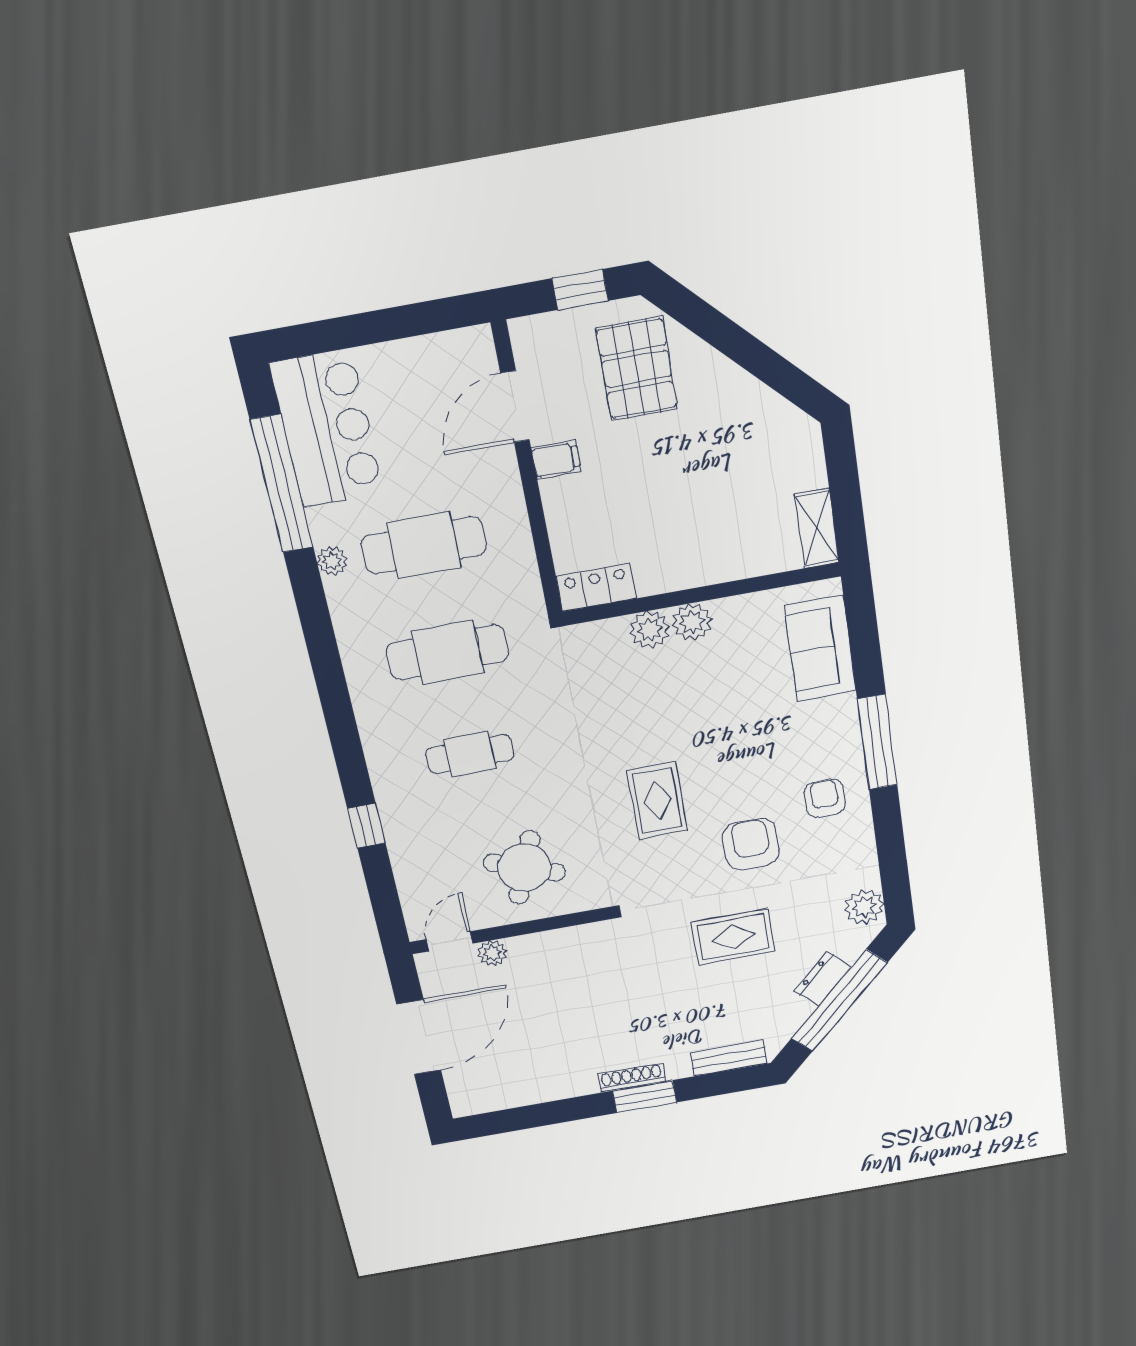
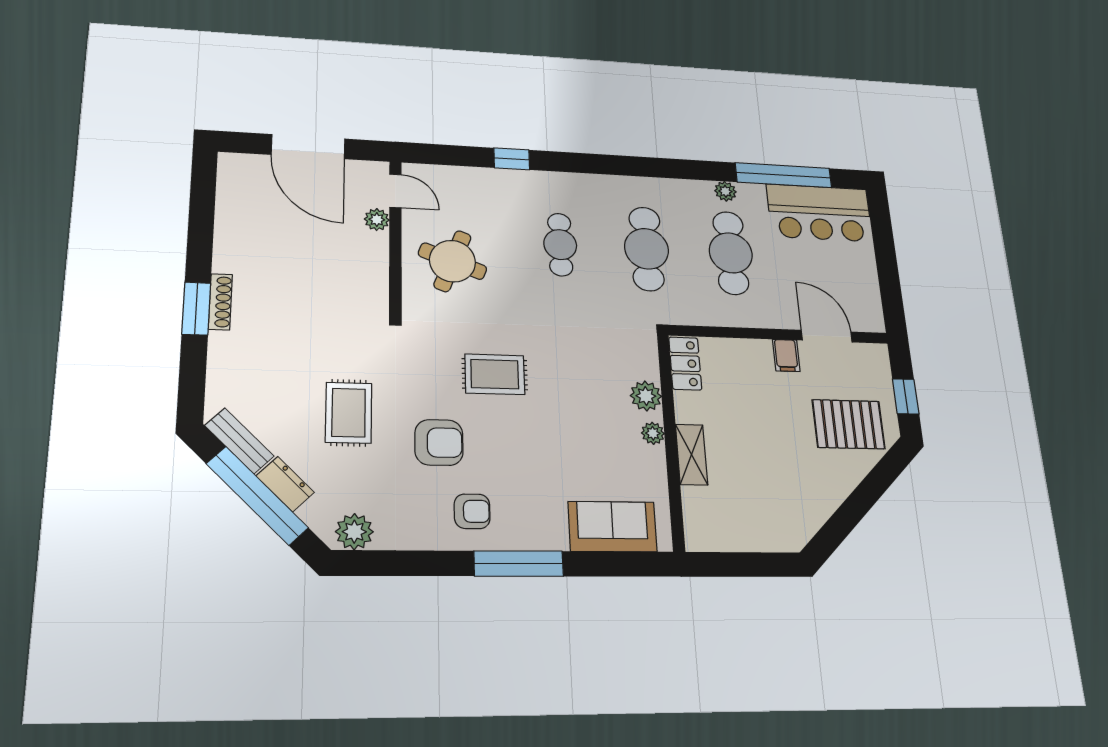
shelving: (817, 528) -> (692, 455), moved, turned 90
plant: (692, 622) -> (653, 433), width x0.73, depth x0.73
bench: (729, 1058) -> (239, 441), moved, turned -45

